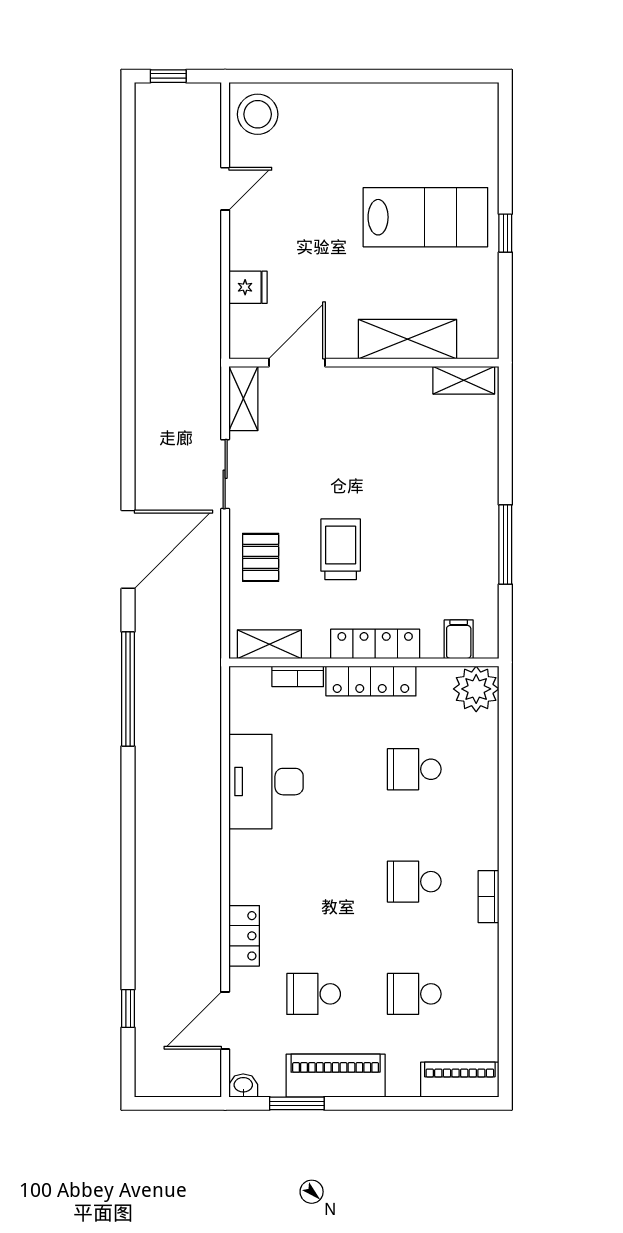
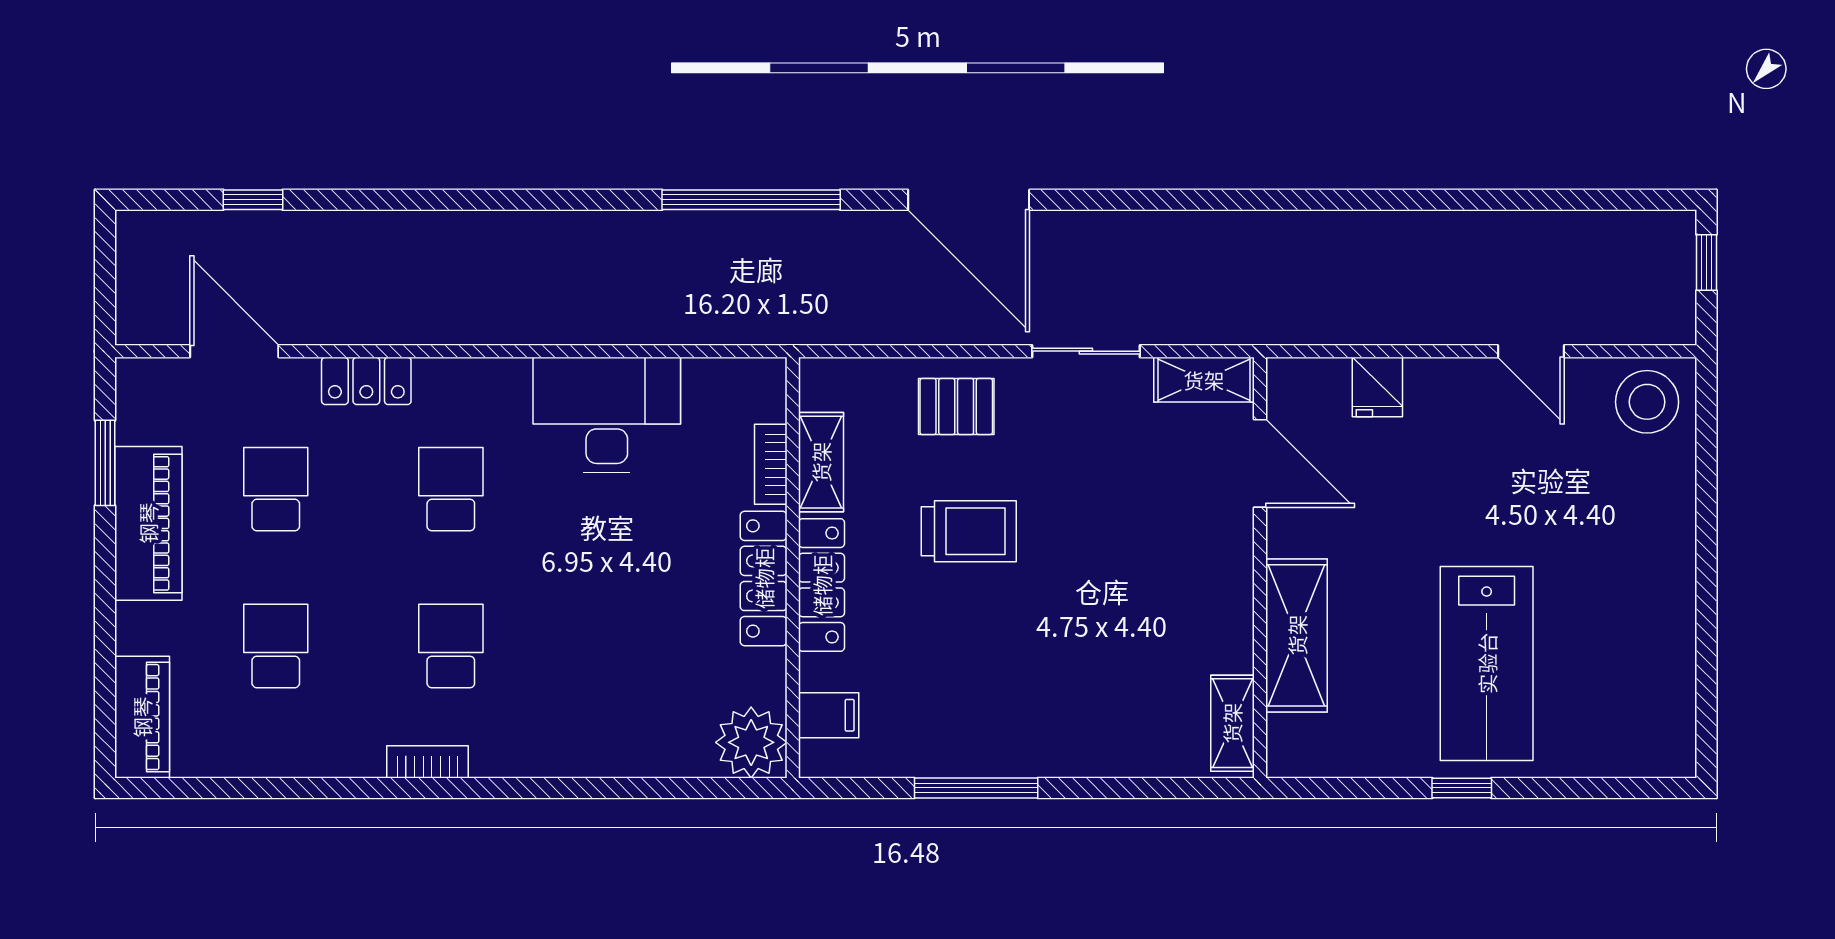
shelving: (269, 644) -> (821, 462), moved
school desk: (414, 769) -> (451, 489), moved
washbasin: (243, 1085) -> (133, 379), removed

